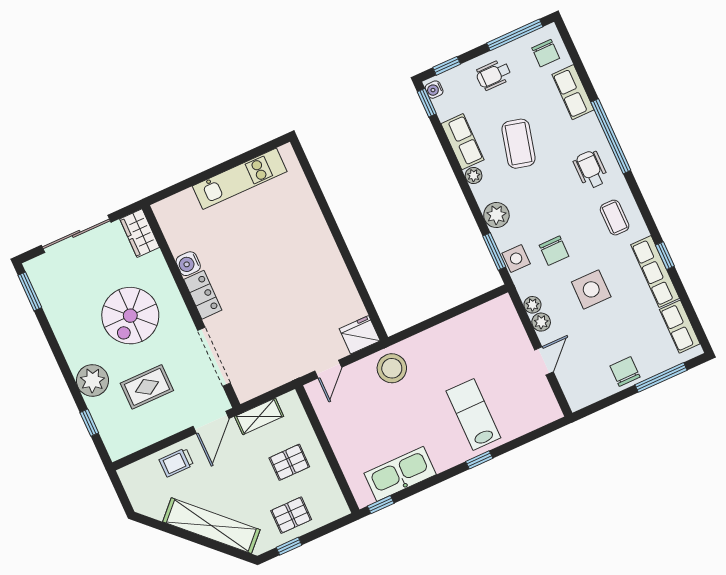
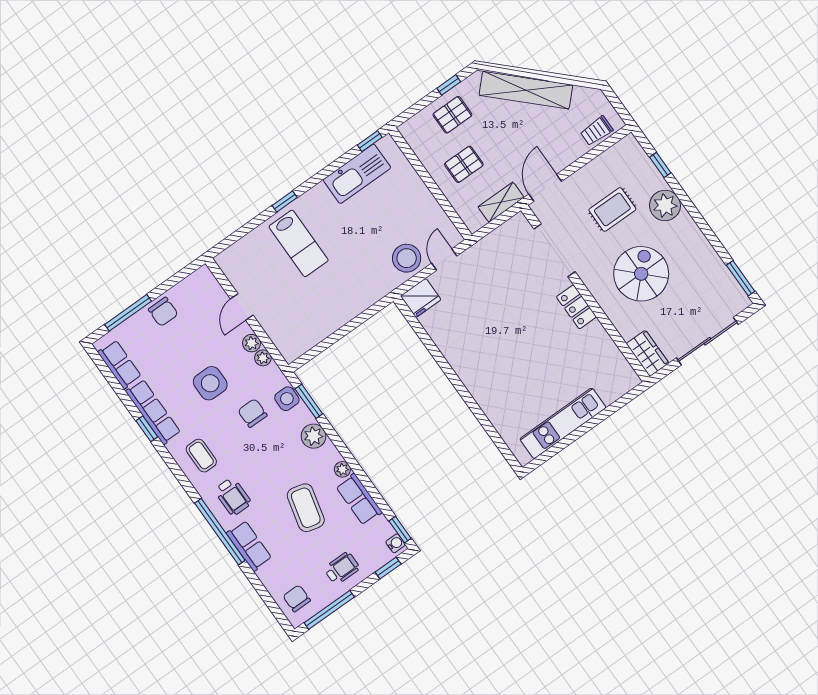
row of seats: (573, 92) -> (249, 546), moved
water cooler: (188, 264) -> (596, 334), removed
stool: (392, 368) -> (407, 258), moved
trolley: (176, 462) -> (597, 131), moved, turned 180

